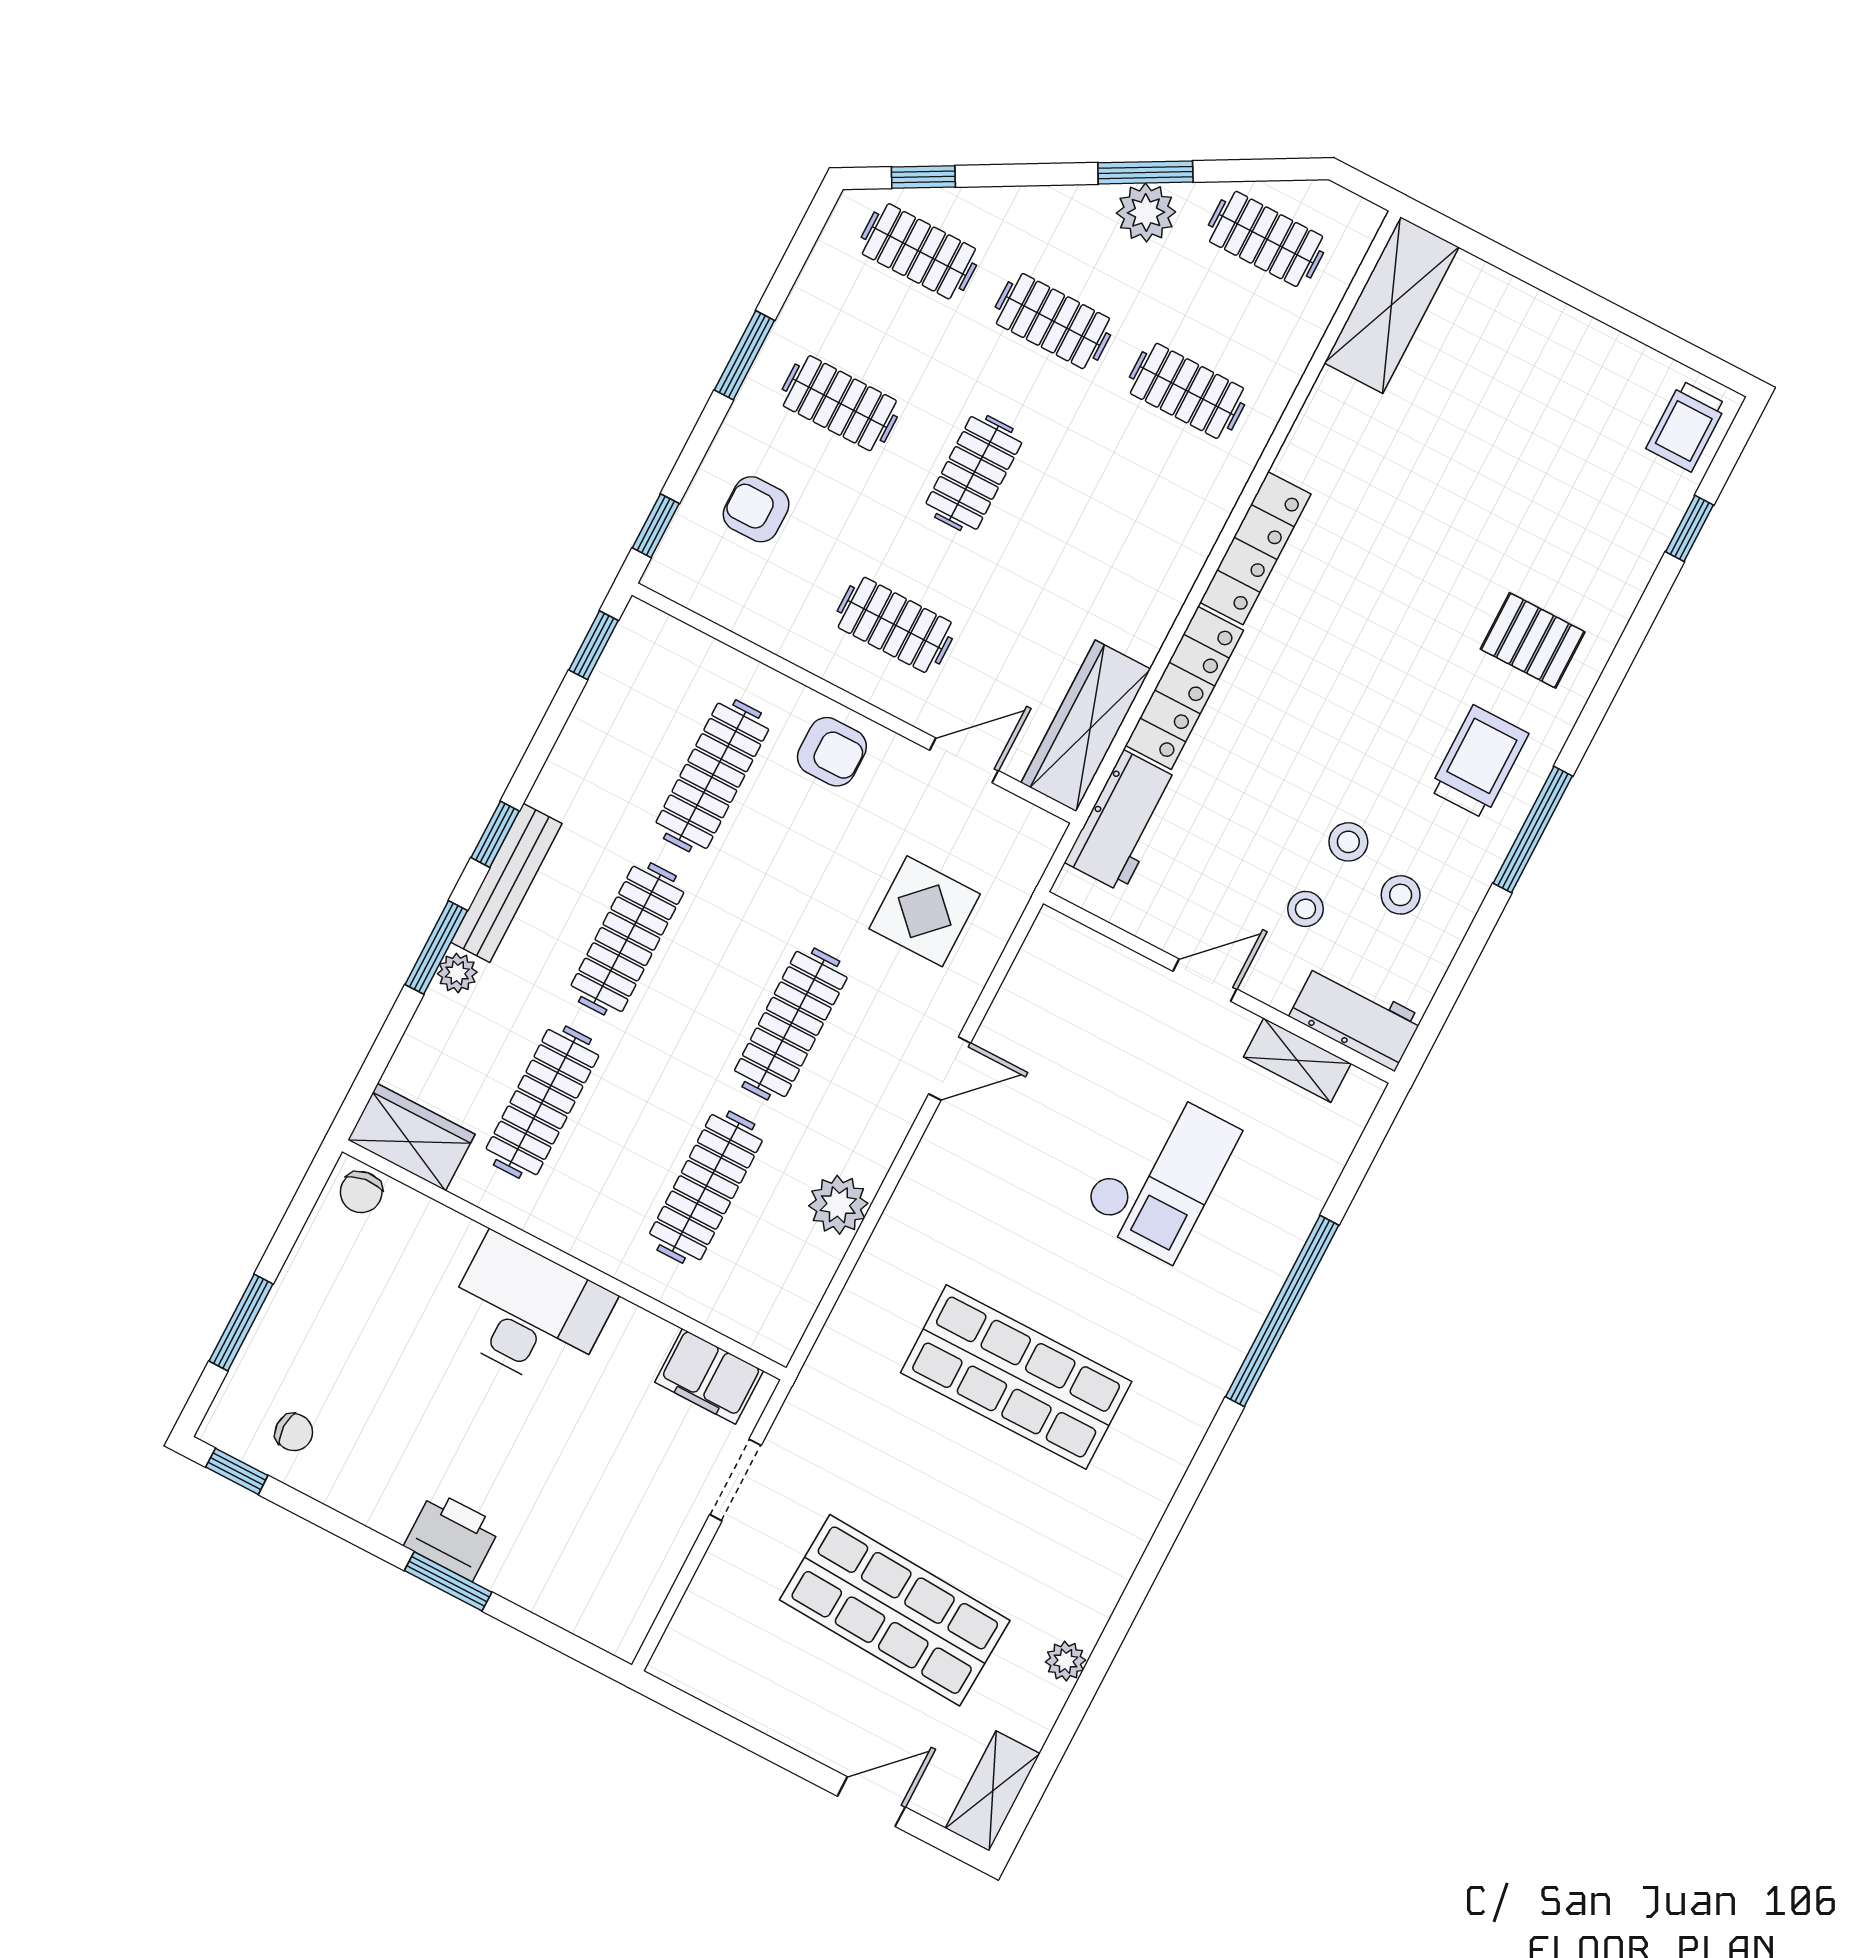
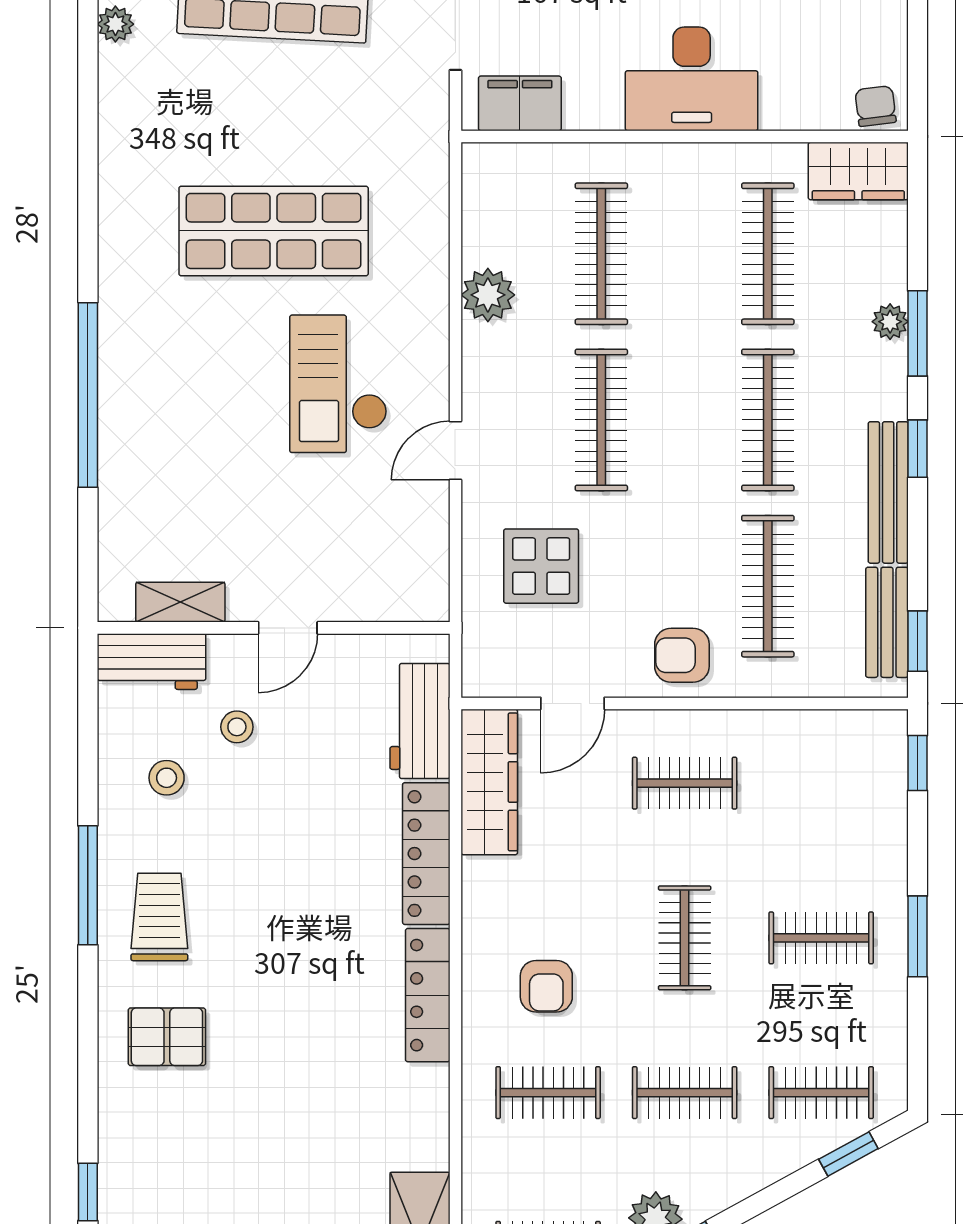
armchair: (756, 509) -> (546, 986), moved, turned 90
bench: (614, 679) -> (887, 622), added
trolley: (1479, 762) -> (159, 917), turned 180
stool: (1348, 842) -> (231, 798), removed
bench: (506, 883) -> (888, 492), moved
checkout: (1160, 1173) -> (338, 384), moved

